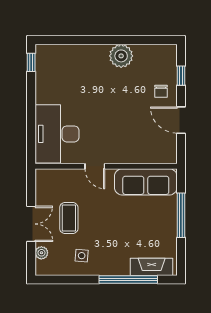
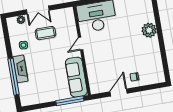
plant: (121, 56) -> (149, 30), moved
window: (181, 76) -> (146, 88), removed
window: (181, 215) -> (70, 101), moved
fireplace: (152, 267) -> (20, 69), moved

